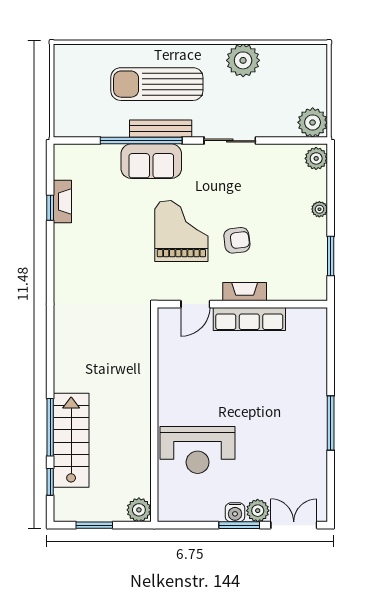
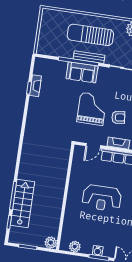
reception desk: (198, 450) -> (102, 198), moved
plant: (258, 511) -> (75, 247), moved

